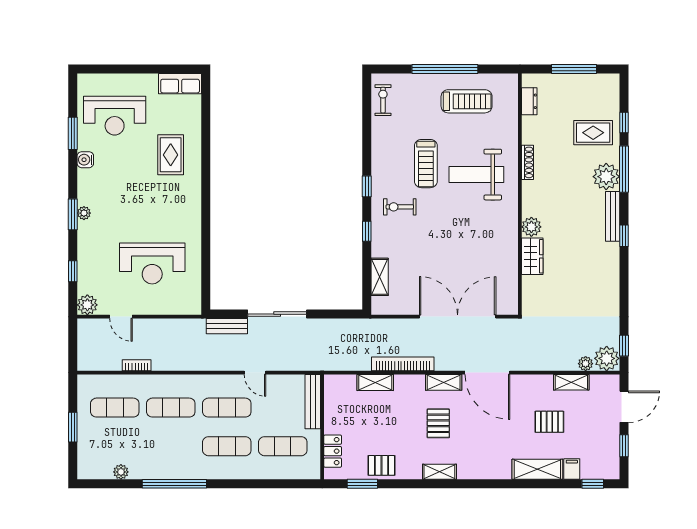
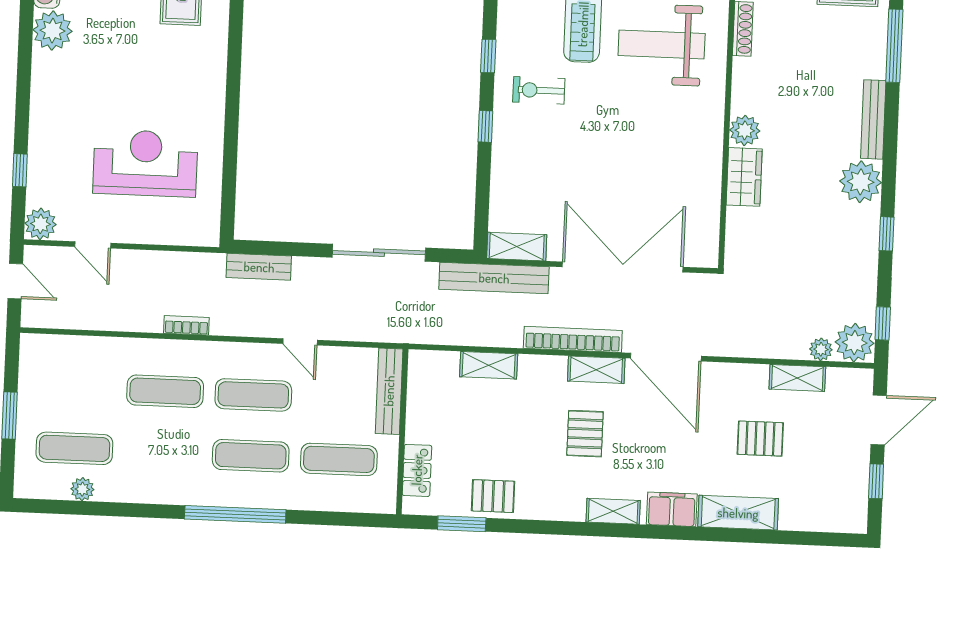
plant: (606, 177) -> (861, 182), moved
plant: (84, 213) -> (53, 31), moved, width x1.87, depth x1.87
window: (73, 214) -> (24, 81), removed
window: (624, 236) -> (886, 234), moved
reception desk: (152, 264) -> (145, 163), turned 180
shelving: (380, 277) -> (517, 247), moved, turned 90
sliding door: (277, 314) -> (379, 253), moved
bench: (376, 327) -> (494, 278), added
door: (73, 342) -> (15, 281), added
bookcase: (403, 364) -> (573, 339), moved
bookcase: (137, 365) -> (186, 325), moved
exercise mat: (115, 408) -> (74, 448), moved
filing cabinet: (572, 469) -> (672, 509), moved, width x2.00
shelving: (439, 472) -> (613, 511), moved
window: (174, 484) -> (235, 514), moved
window: (593, 484) -> (824, 539), removed

